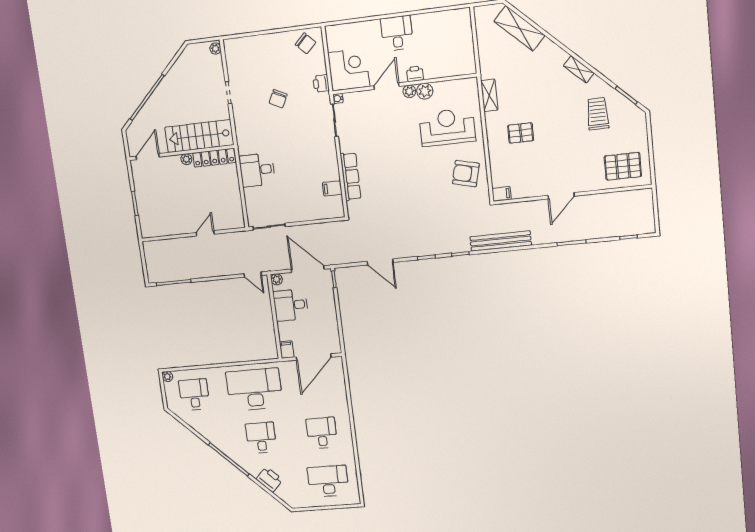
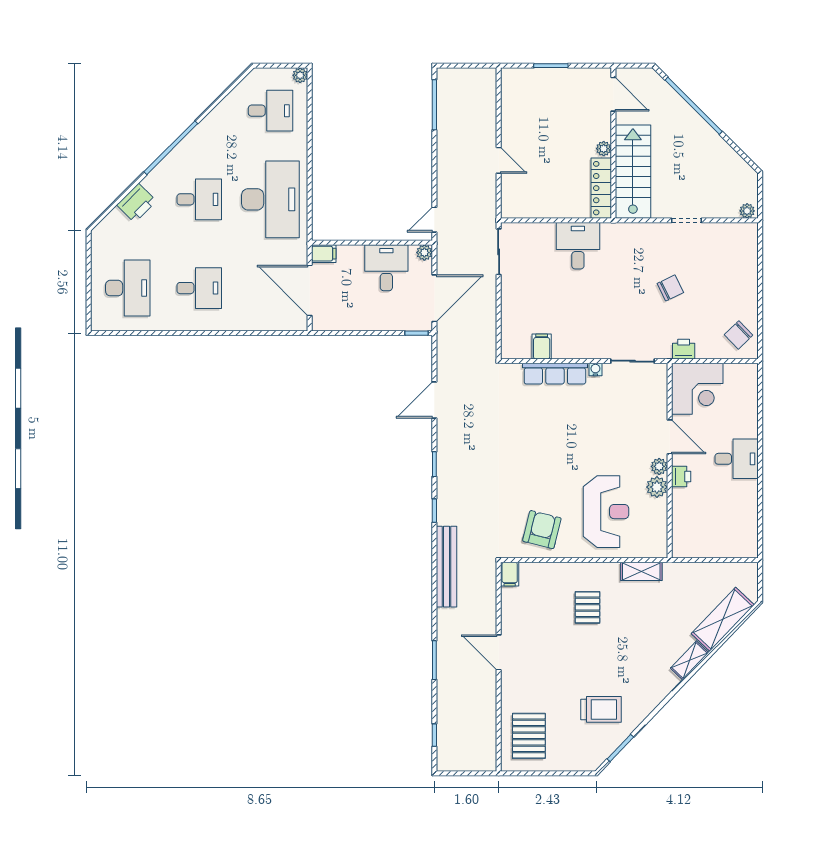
shelving: (579, 69) -> (690, 660), moved
water cooler: (338, 98) -> (595, 370), moved
chair: (278, 99) -> (670, 288), turned 127

